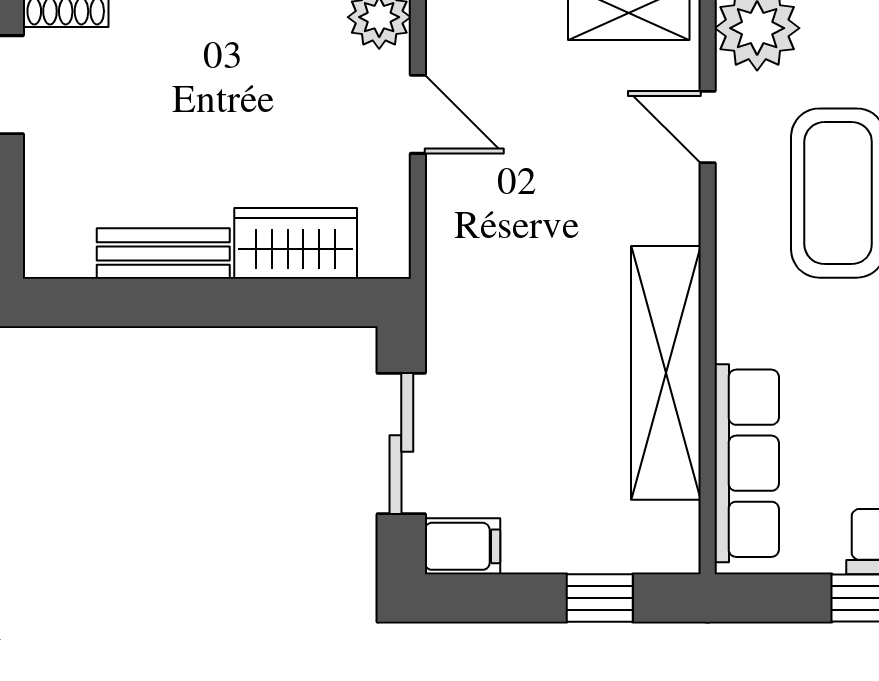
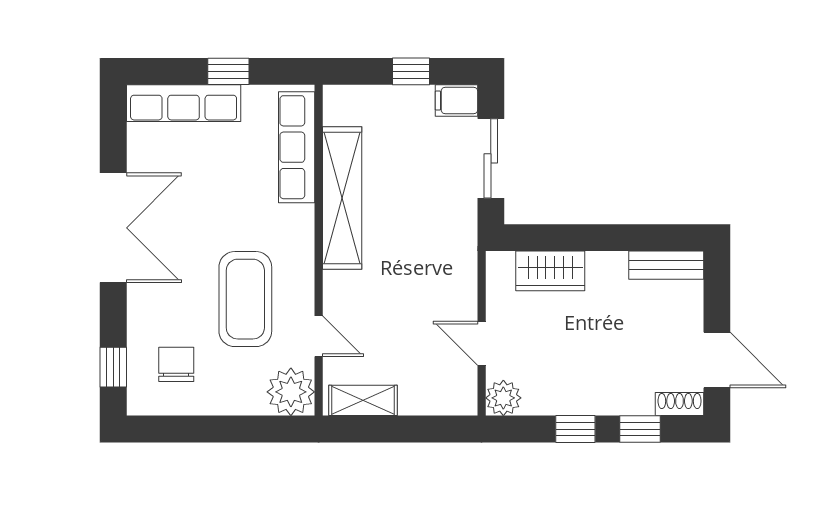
bench: (163, 253) -> (666, 265), moved
window: (600, 598) -> (411, 71), moved

